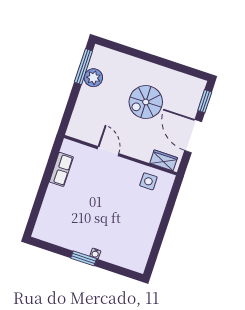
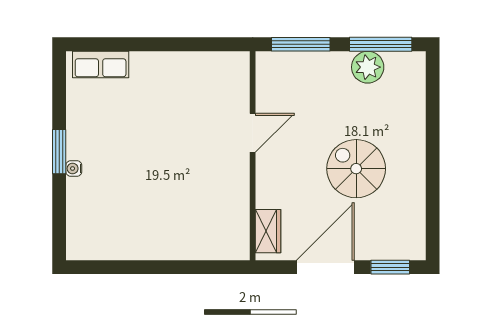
window: (69, 110) -> (301, 44), added
row of seats: (61, 169) -> (101, 65), moved
side table: (148, 181) -> (225, 217), removed

